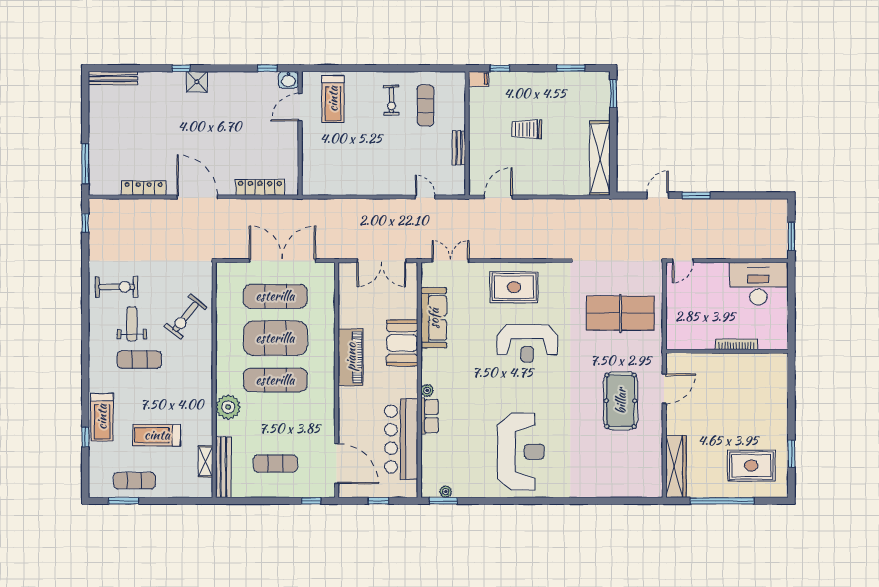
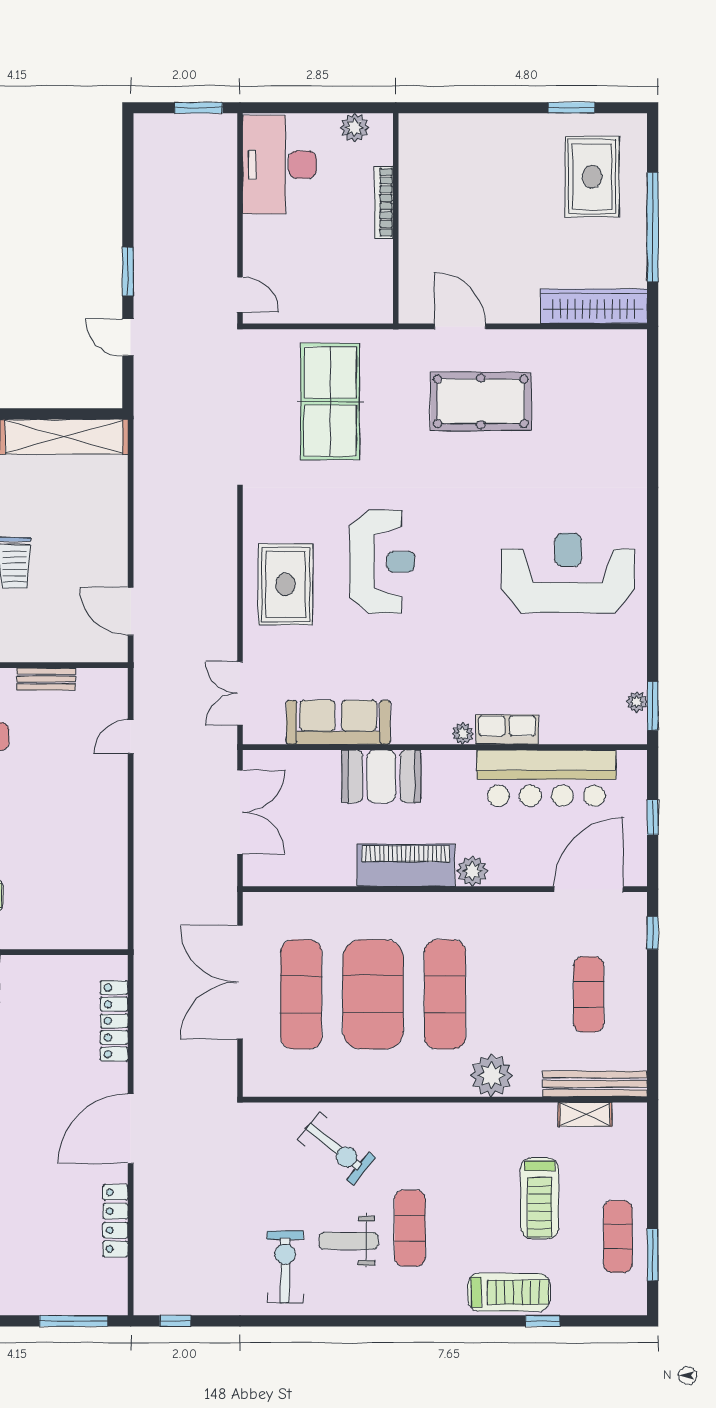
plant: (780, 327) -> (355, 128), added
plant: (347, 396) -> (472, 871), added

